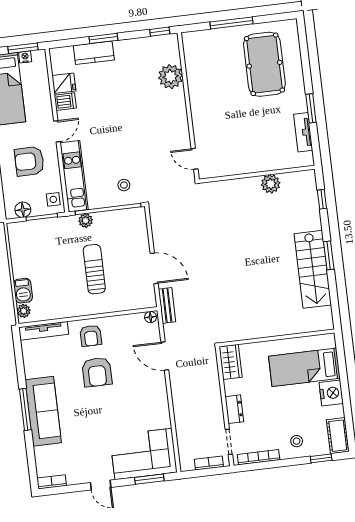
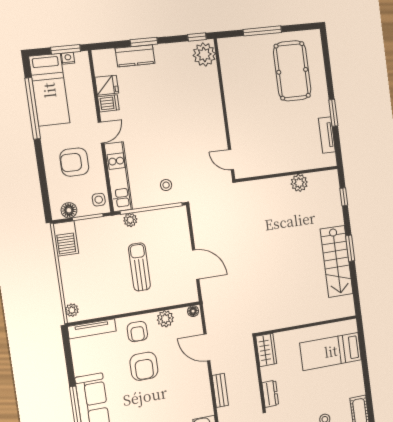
plant: (171, 77) -> (204, 55), moved
barbecue: (23, 291) -> (66, 239), moved, width x1.38, depth x1.27
bench: (167, 305) -> (220, 390), moved
plant: (121, 324) -> (165, 319), added
nightstand: (331, 393) -> (354, 374), removed

